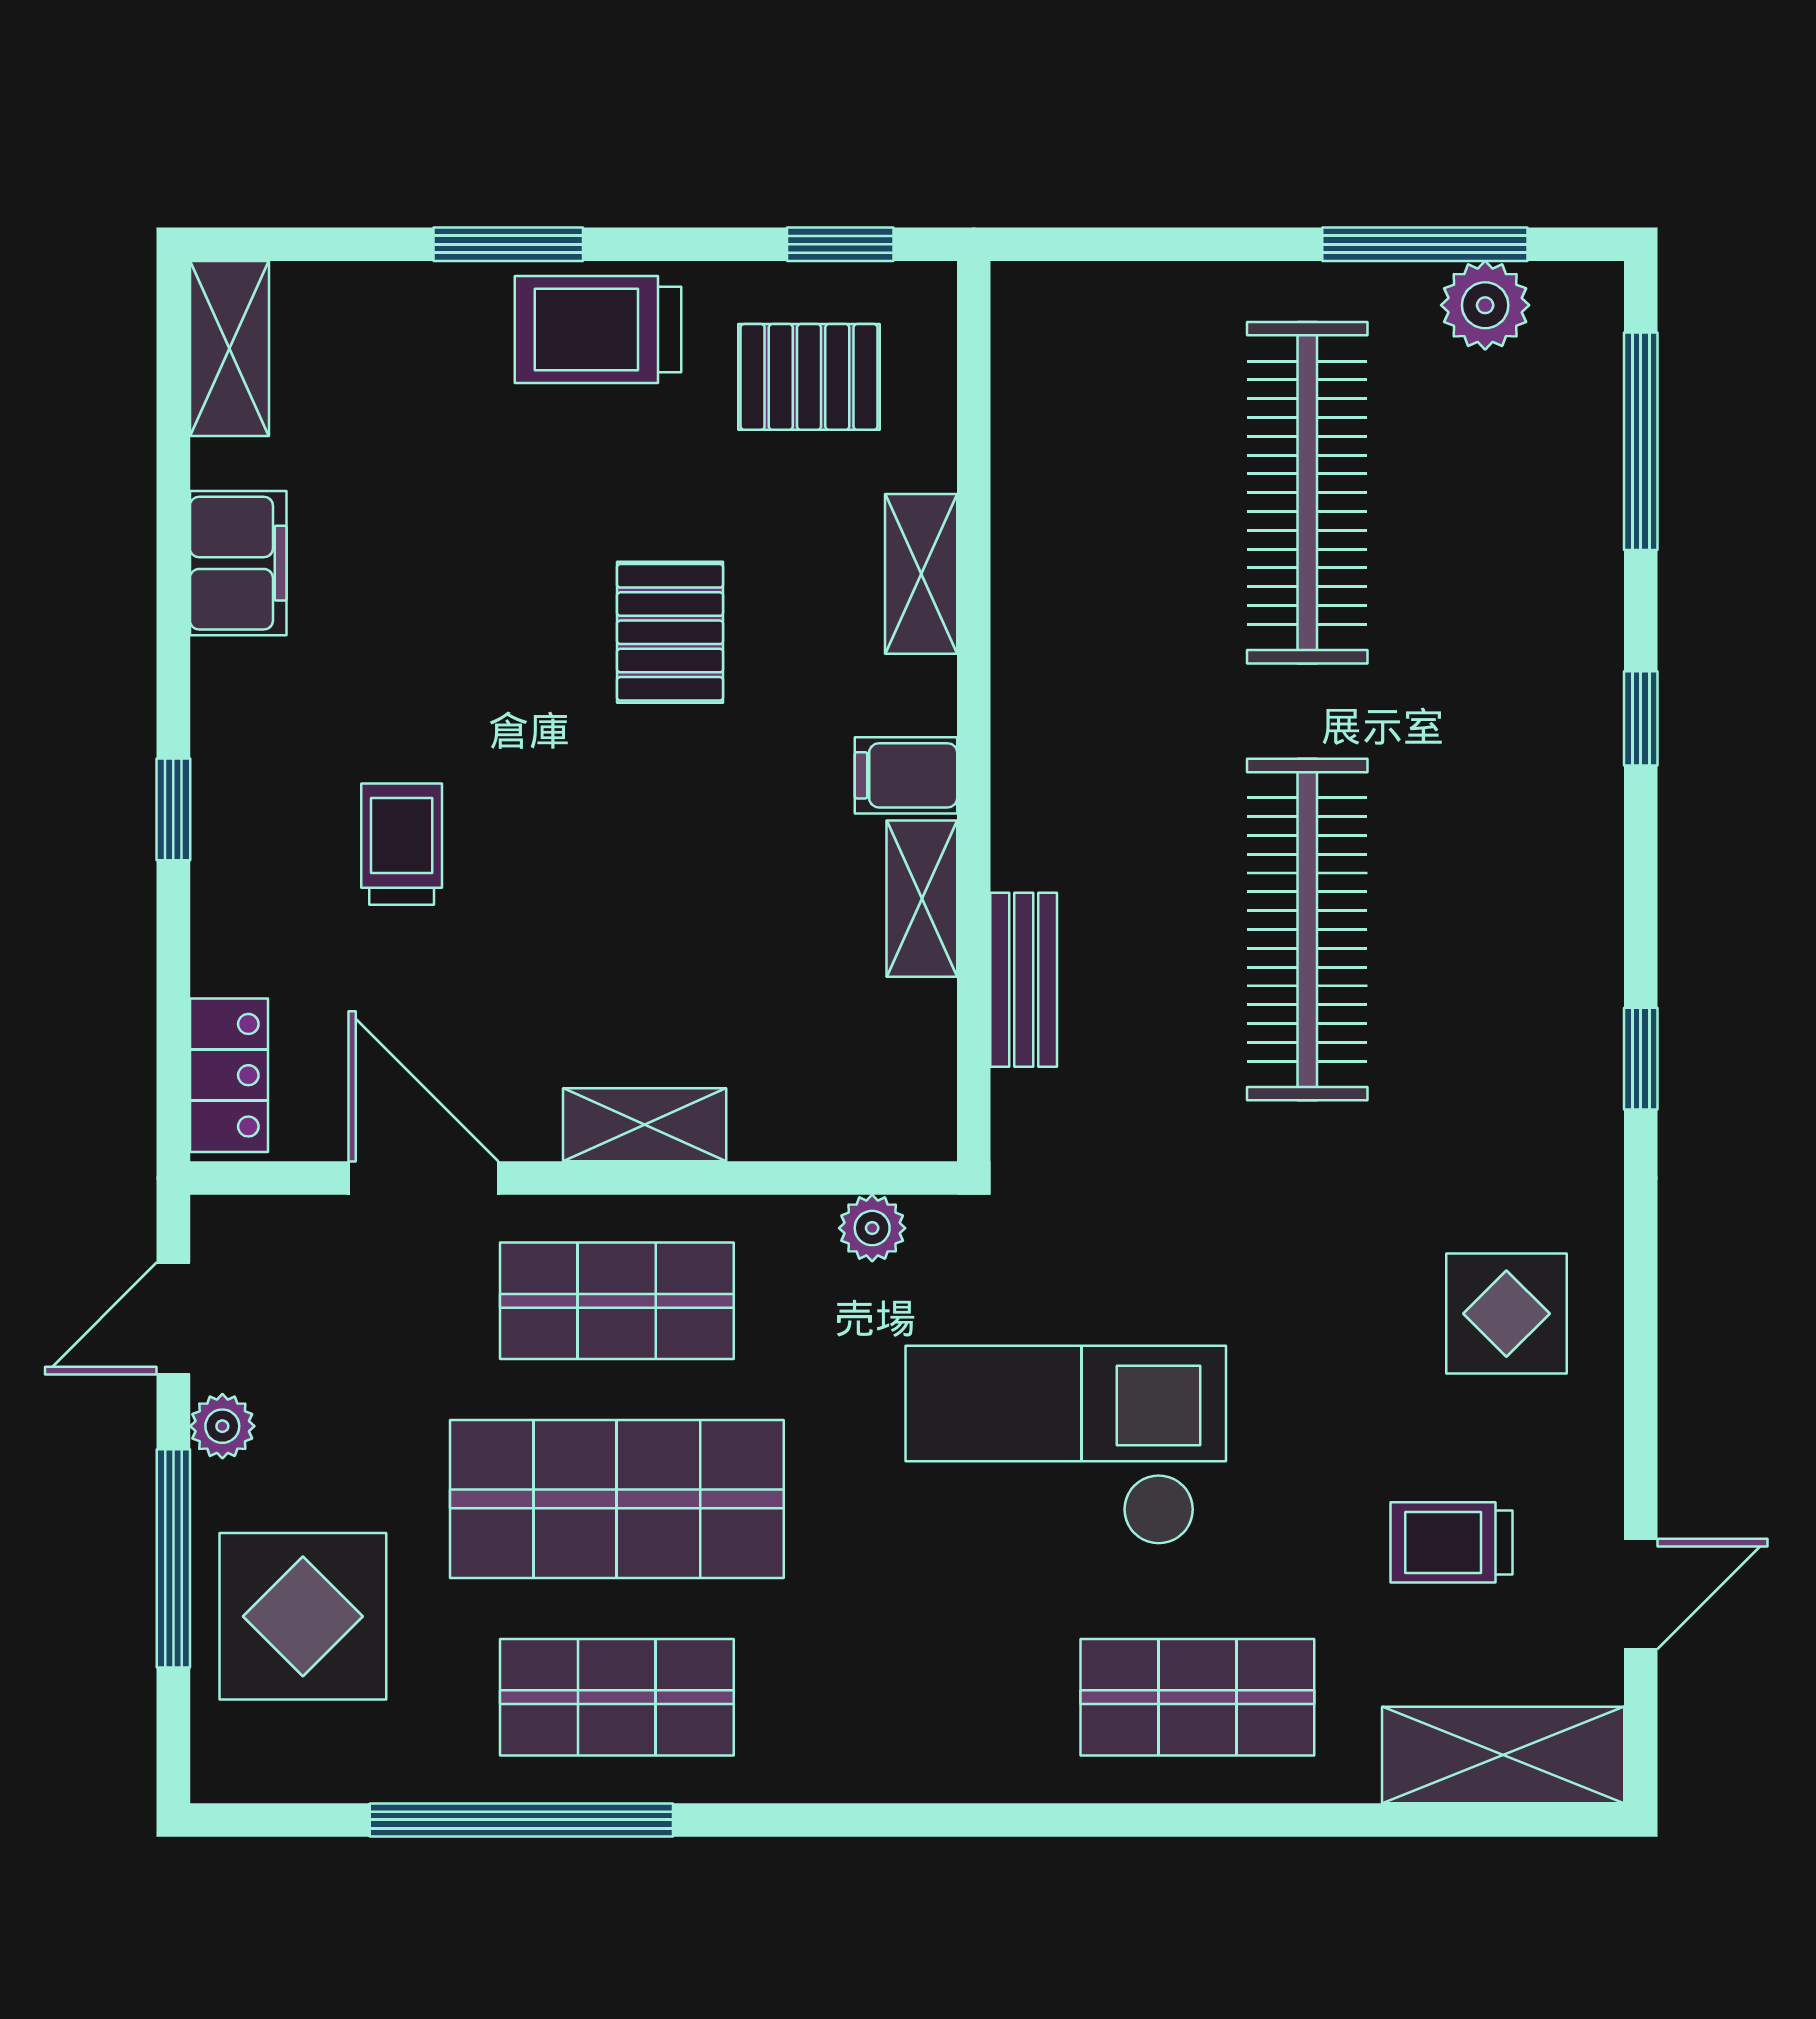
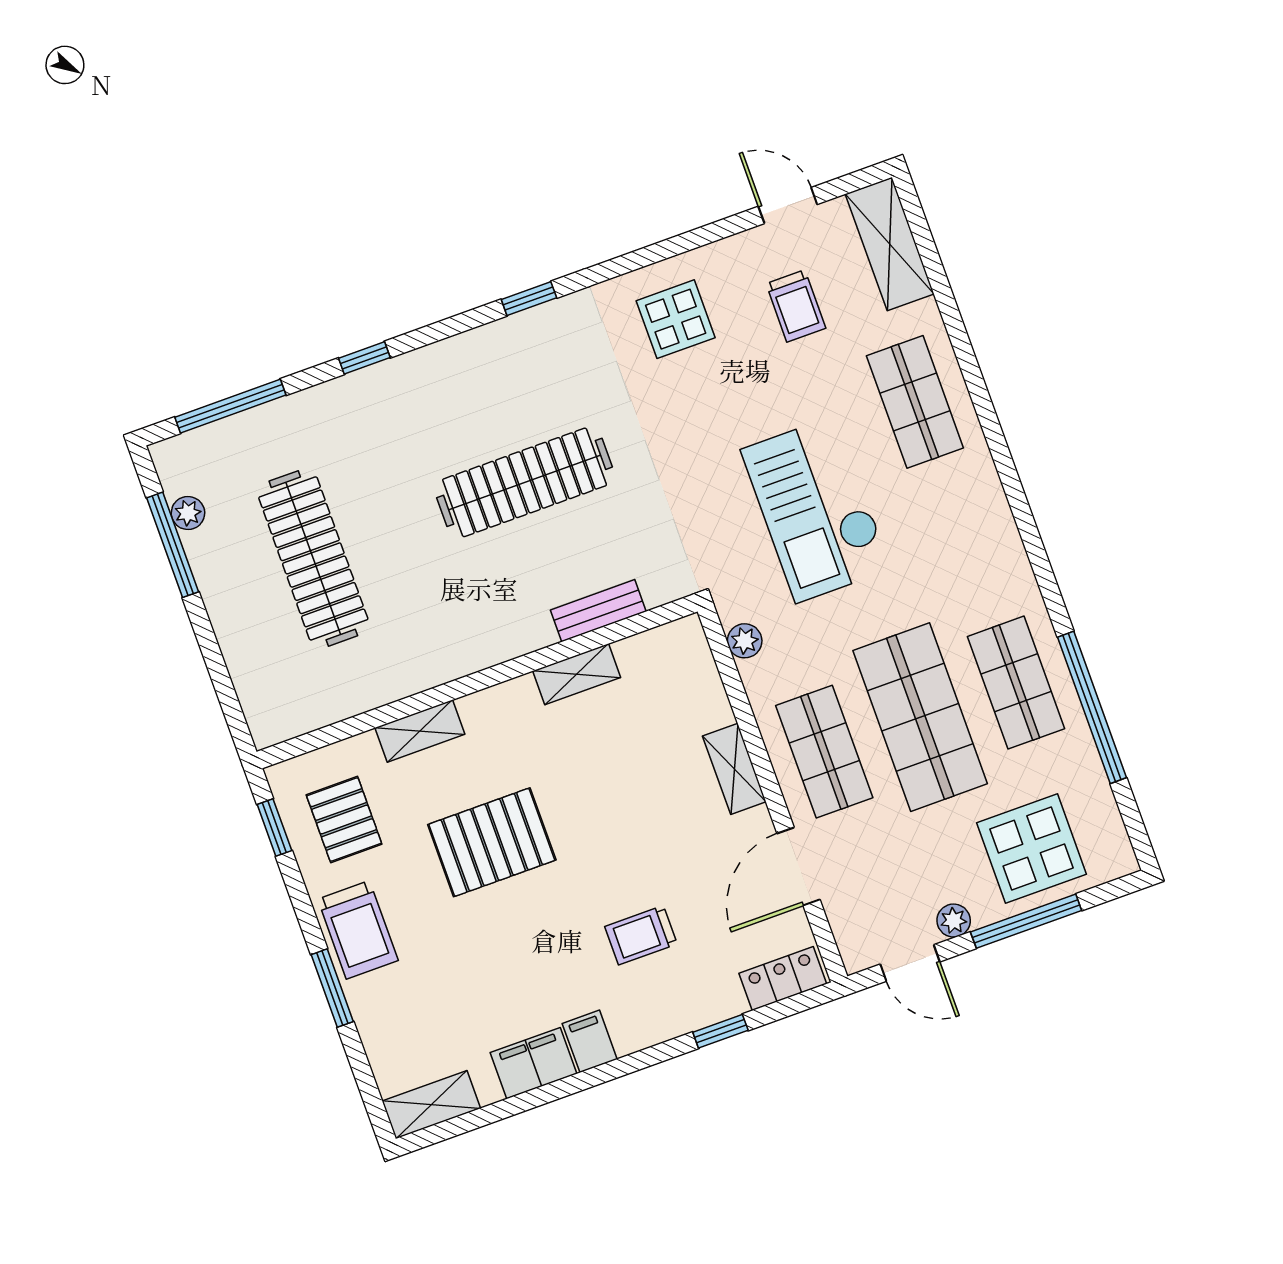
plant: (1485, 305) -> (188, 513), width x0.73, depth x0.73
clothes rail: (1307, 493) -> (313, 558), turned 90
pallet: (670, 632) -> (492, 842), width x1.50, depth x1.42
filing cabinet: (906, 775) -> (590, 1041), moved, turned 180
window: (173, 809) -> (720, 1031), moved

